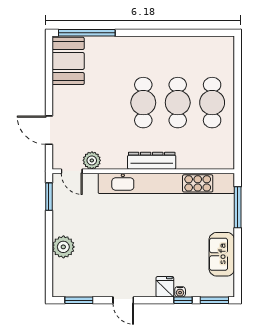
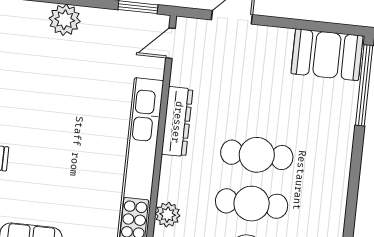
plant: (92, 160) -> (168, 215), moved
dresser: (152, 161) -> (177, 122), moved

